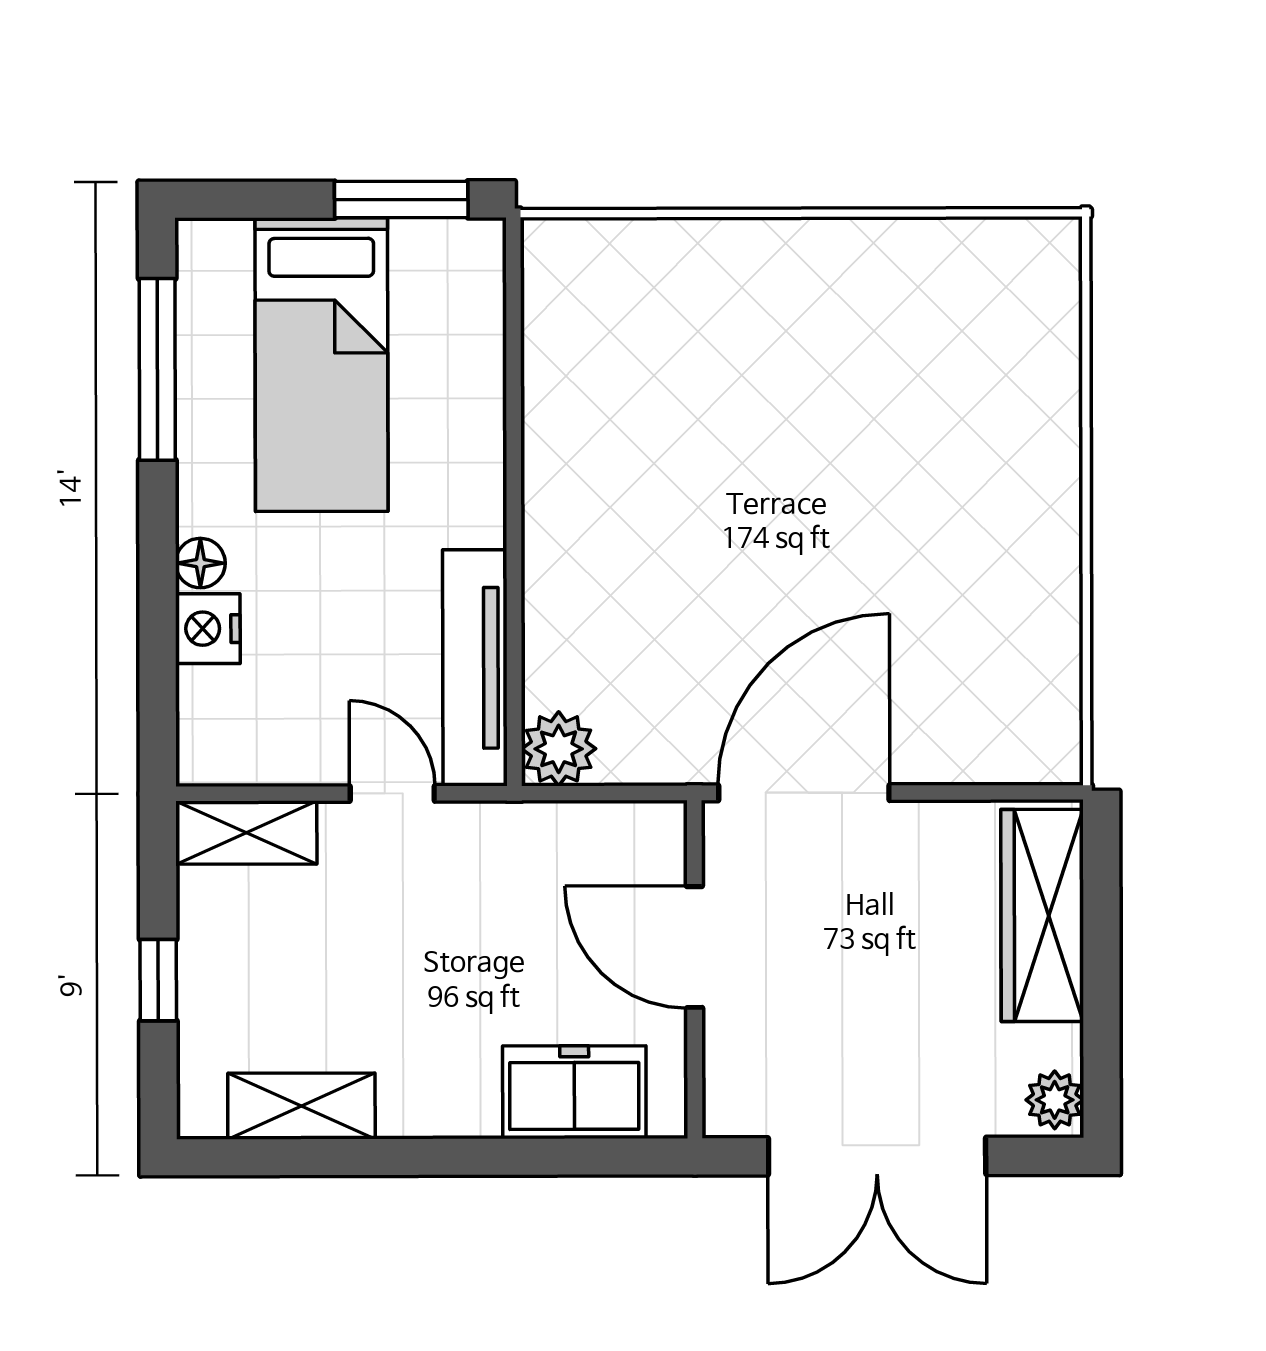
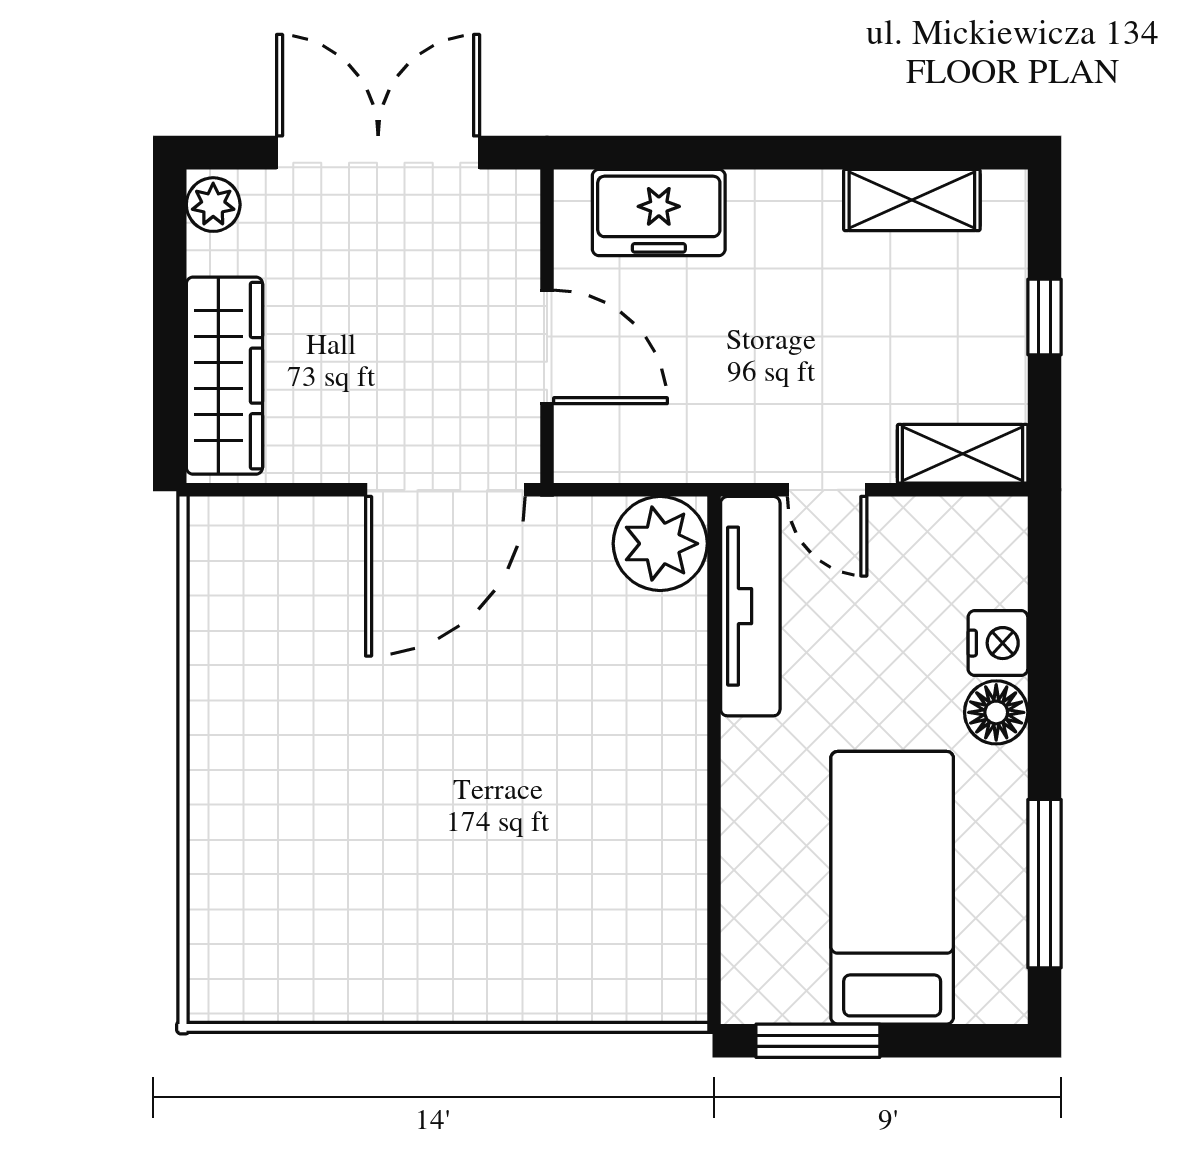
floor lamp: (200, 563) -> (996, 712), width x1.37, depth x1.37
plant: (559, 749) -> (660, 544), width x1.36, depth x1.36

